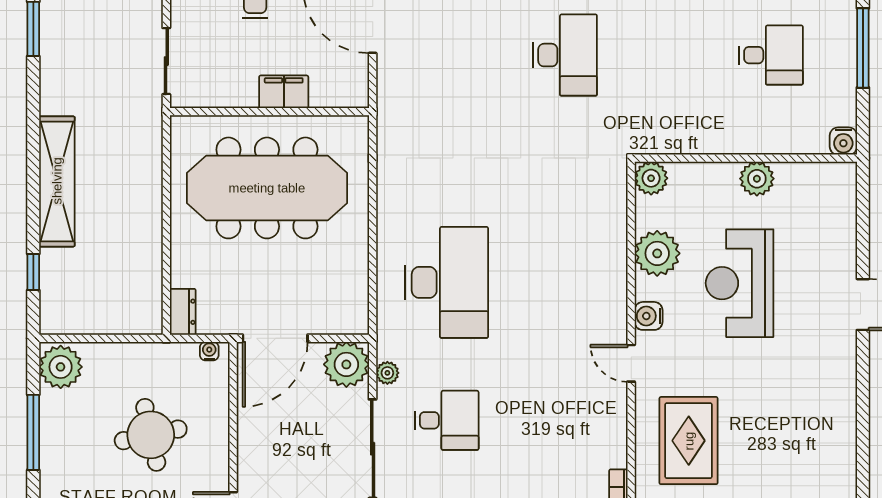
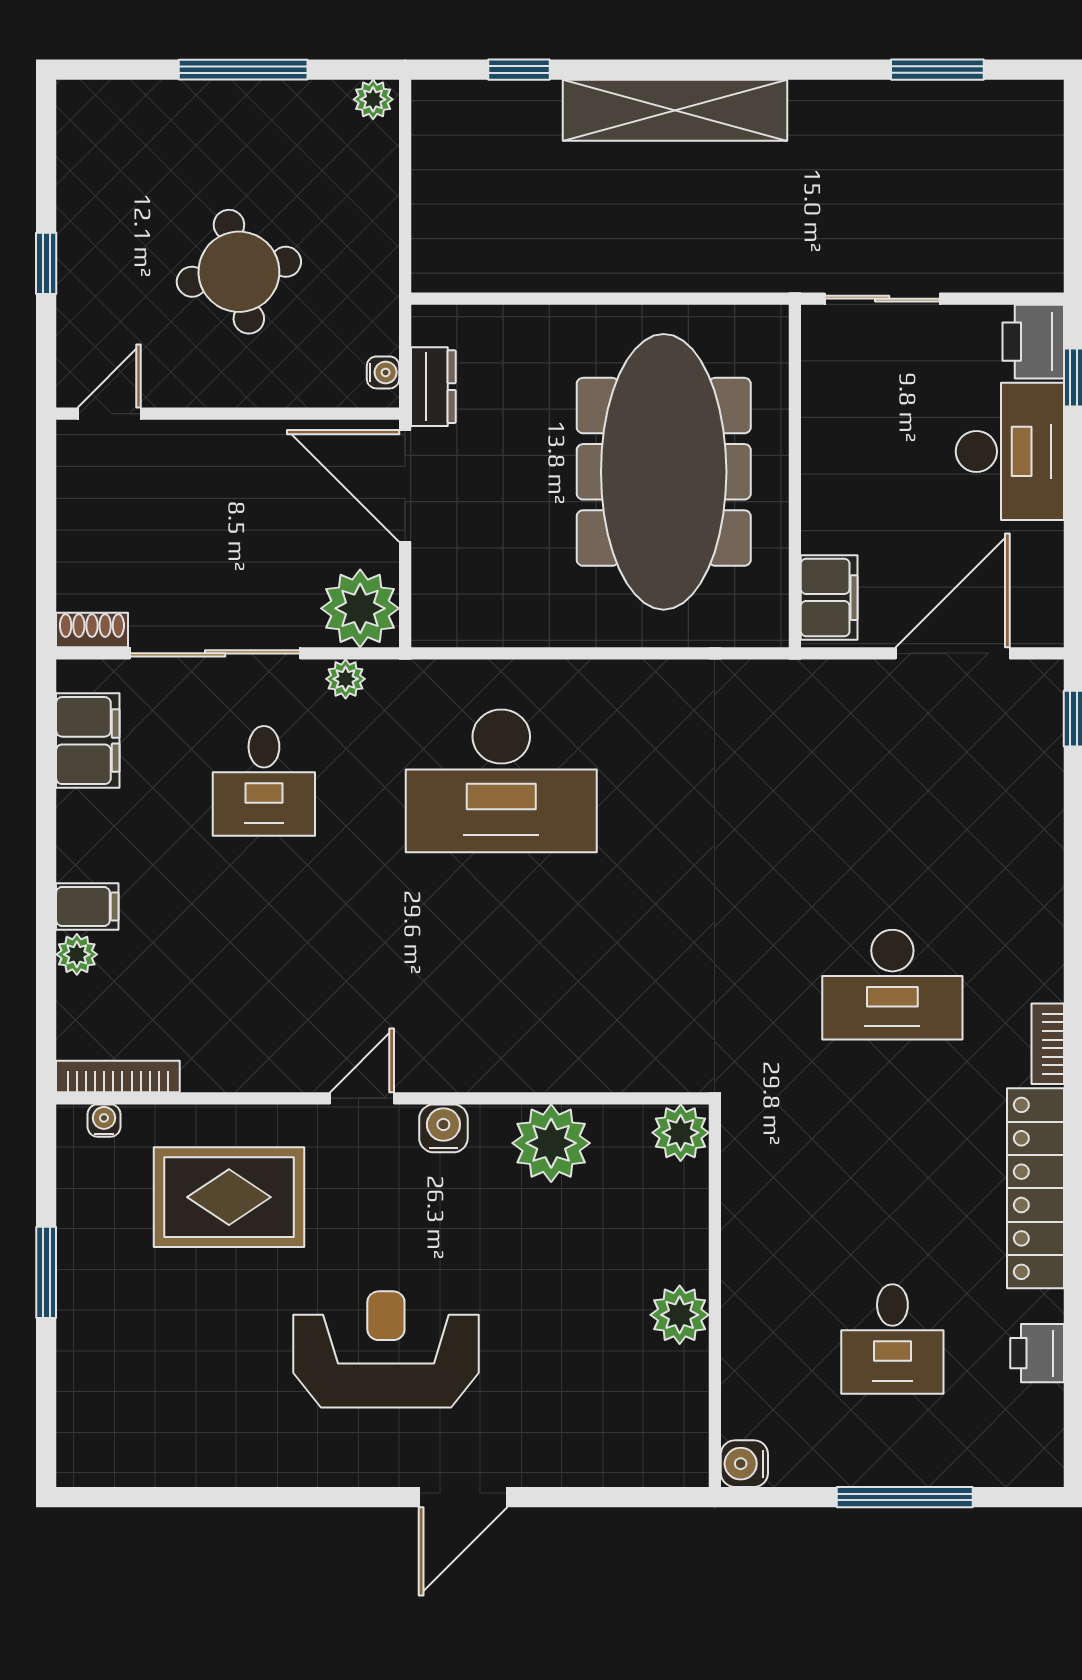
filing cabinet: (284, 92) -> (829, 598), moved
reception desk: (740, 283) -> (386, 1349), moved
dresser: (183, 312) -> (433, 387), moved, turned -90
plant: (61, 367) -> (373, 99), width x0.53, depth x0.53

